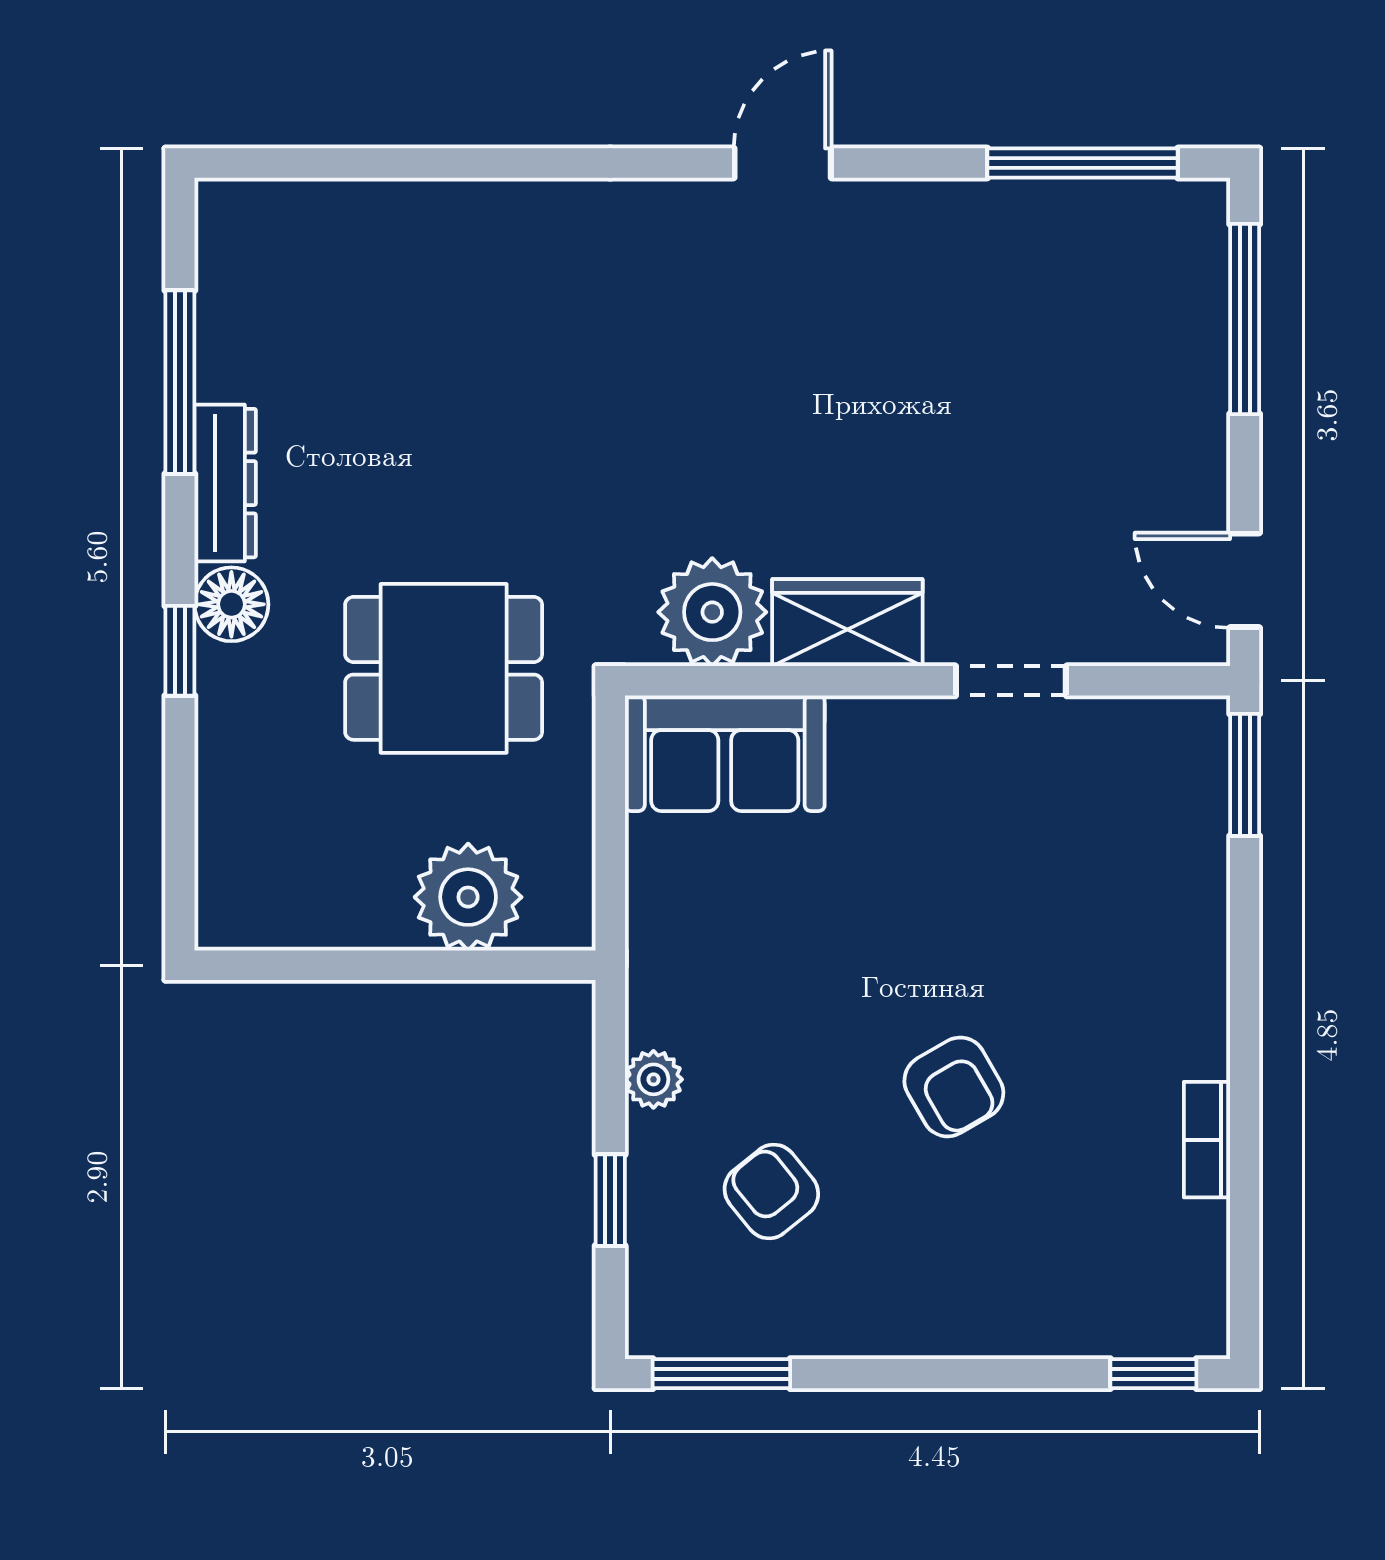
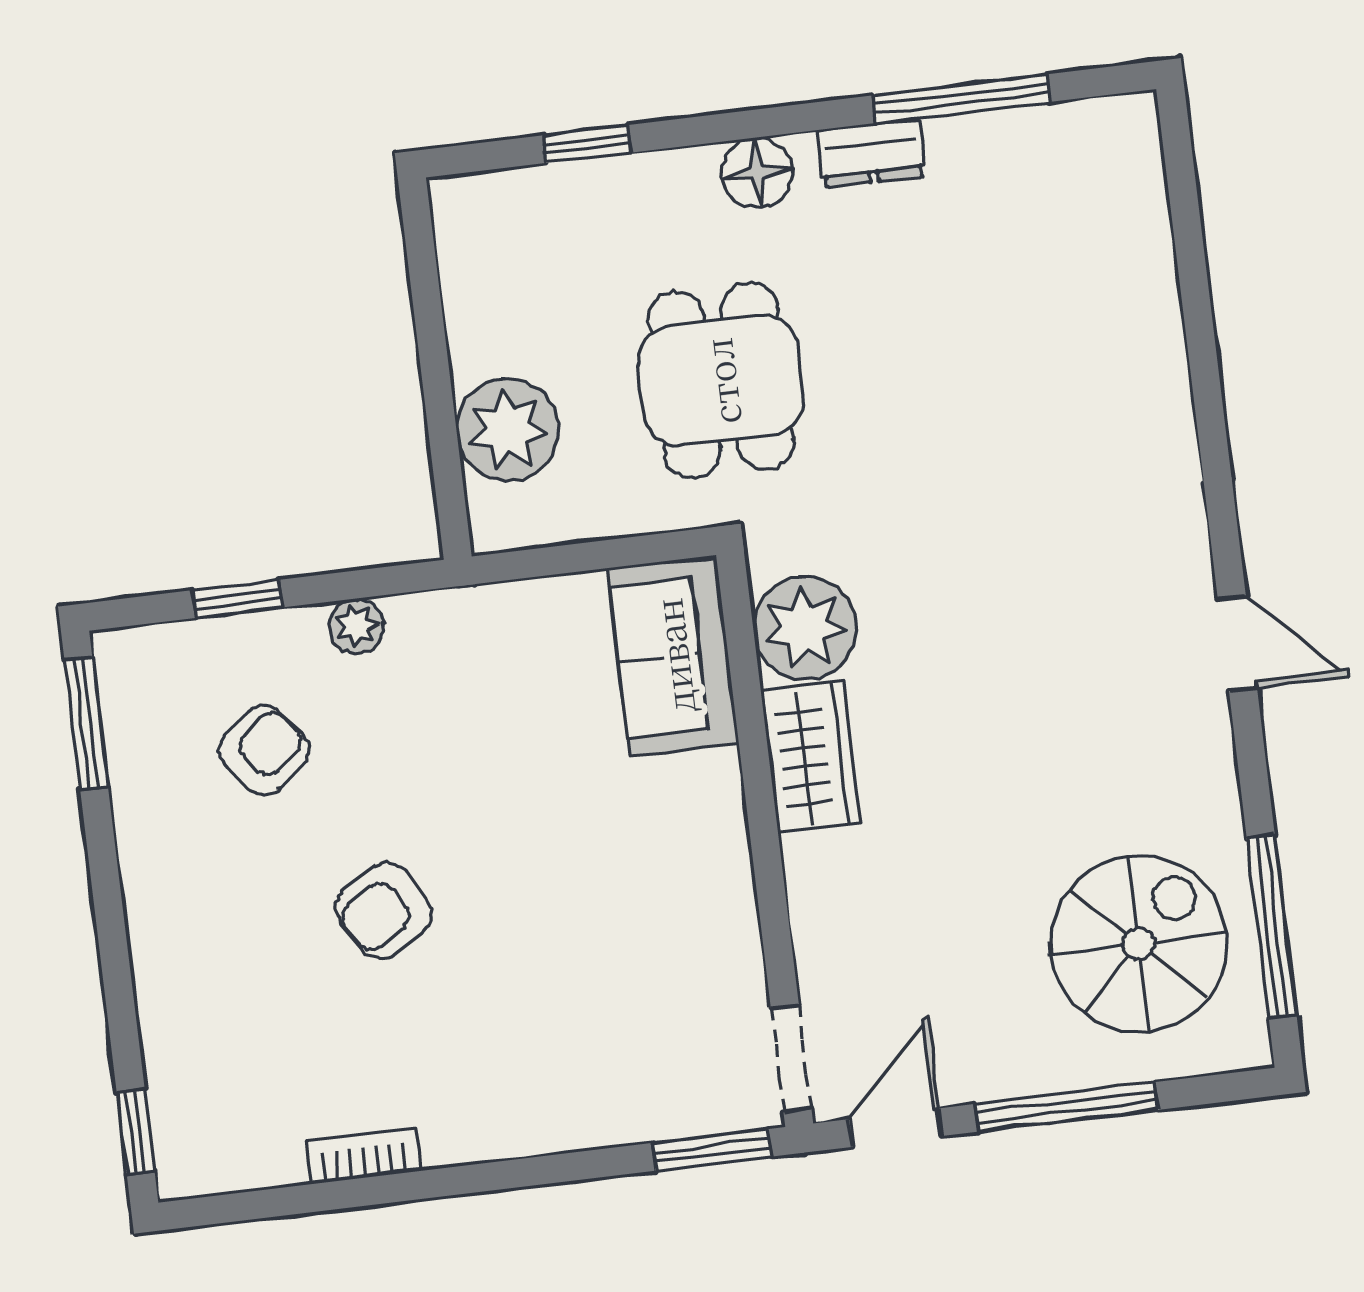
spiral stairs: (1084, 304) -> (1139, 944), added
window: (1245, 319) -> (1067, 1107), moved
dresser: (225, 483) -> (871, 153), width x0.70
window: (180, 651) -> (587, 144), moved
doorway: (1011, 681) -> (791, 1058), moved

